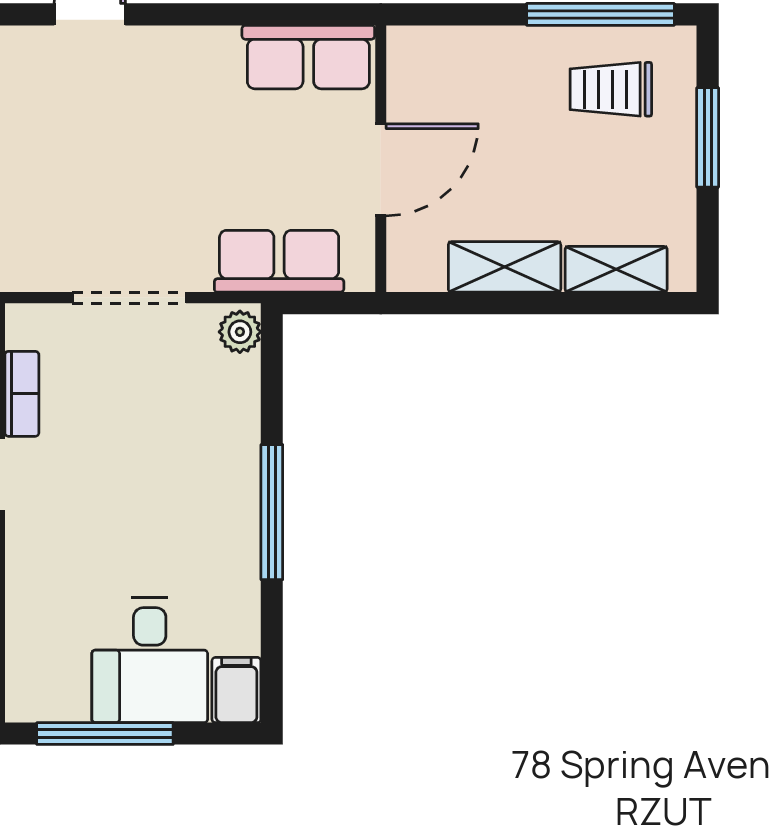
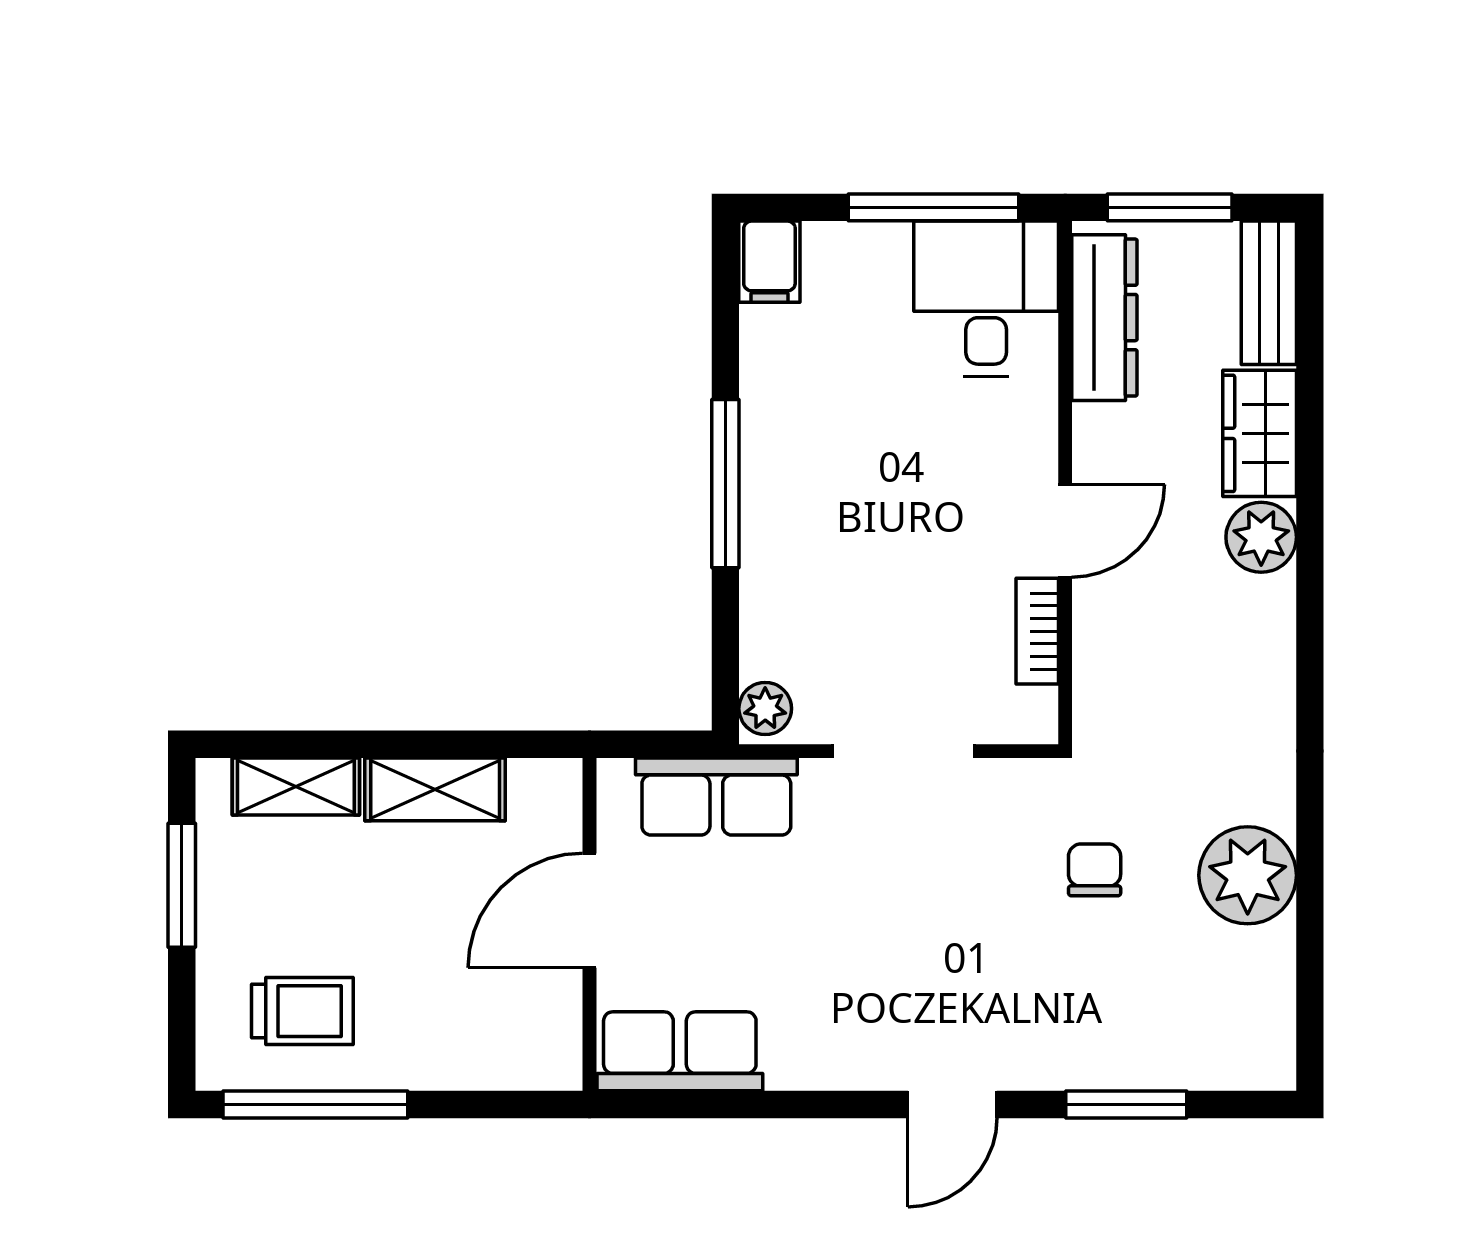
window: (708, 137) -> (182, 885), moved
desk: (150, 660) -> (986, 299), moved

